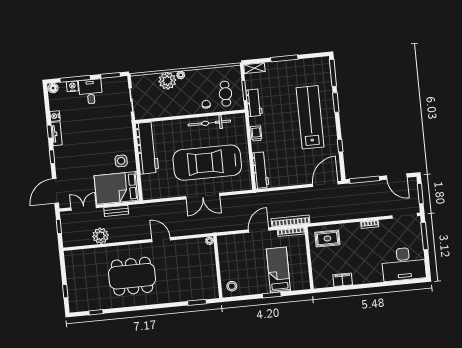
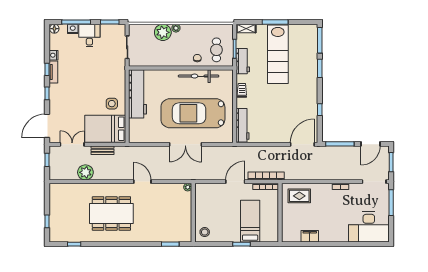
lab bench: (310, 117) -> (278, 54), moved, turned 180
door: (397, 177) -> (370, 144), hinge flipped

